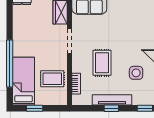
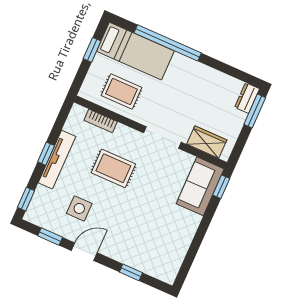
rug: (52, 79) -> (122, 92), turned 90

